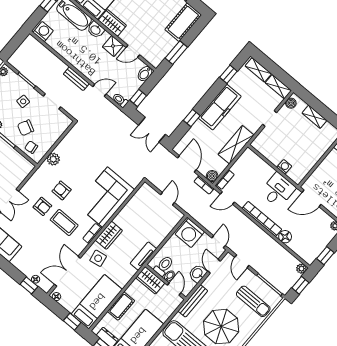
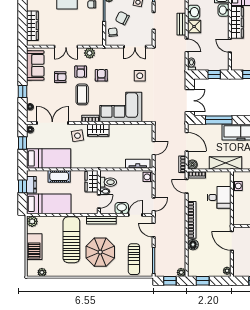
wardrobe: (112, 23) -> (237, 22), width x1.50
shower: (113, 46) -> (194, 27), moved
washbasin: (75, 58) -> (194, 12), added
bidet: (145, 74) -> (222, 66), removed
window: (138, 98) -> (214, 74), moved
window: (192, 118) -> (219, 120), width x2.17
double door: (152, 130) -> (190, 101), swing flipped
double door: (61, 138) -> (135, 47), added
side table: (91, 156) -> (140, 76), added
plant: (53, 159) -> (90, 53), moved
door: (187, 164) -> (187, 142), hinge flipped
washing machine: (284, 167) -> (238, 186), moved
desk: (278, 190) -> (219, 197), moved
armchair: (32, 229) -> (60, 77), added
washing machine: (190, 233) -> (148, 177), width x0.53, depth x0.53
tv unit: (143, 256) -> (138, 164), moved
door: (242, 261) -> (154, 230), hinge flipped
window: (29, 285) -> (23, 92), moved
window: (72, 322) -> (23, 143), moved

